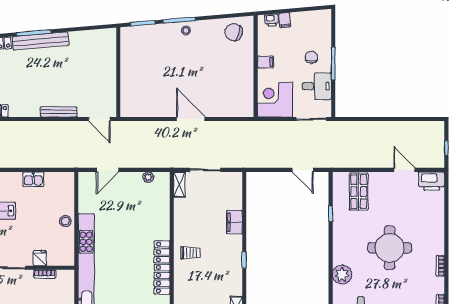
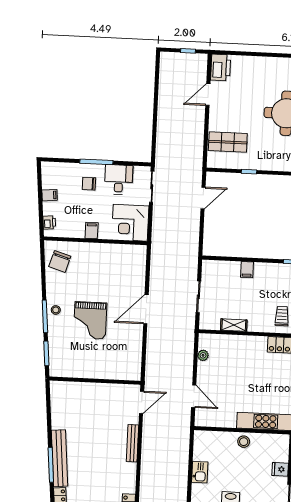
filing cabinet: (285, 20) -> (50, 195), moved
grand piano: (177, 65) -> (90, 320), added
shelving: (179, 184) -> (234, 325), moved
filing cabinet: (234, 222) -> (247, 270), width x0.50

